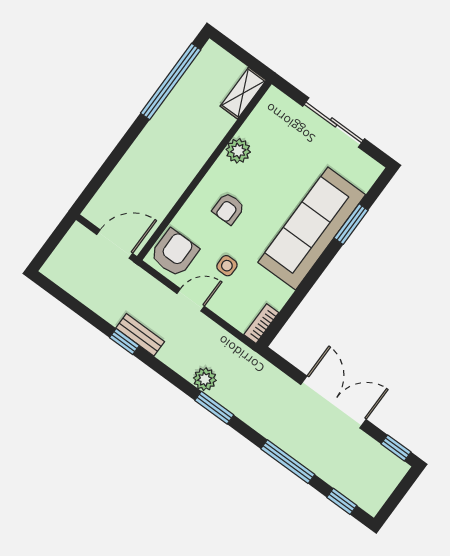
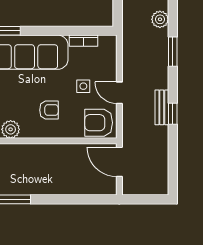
bookcase: (261, 324) -> (83, 41), moved
plant: (205, 379) -> (160, 19), moved
window: (214, 408) -> (173, 52), moved

